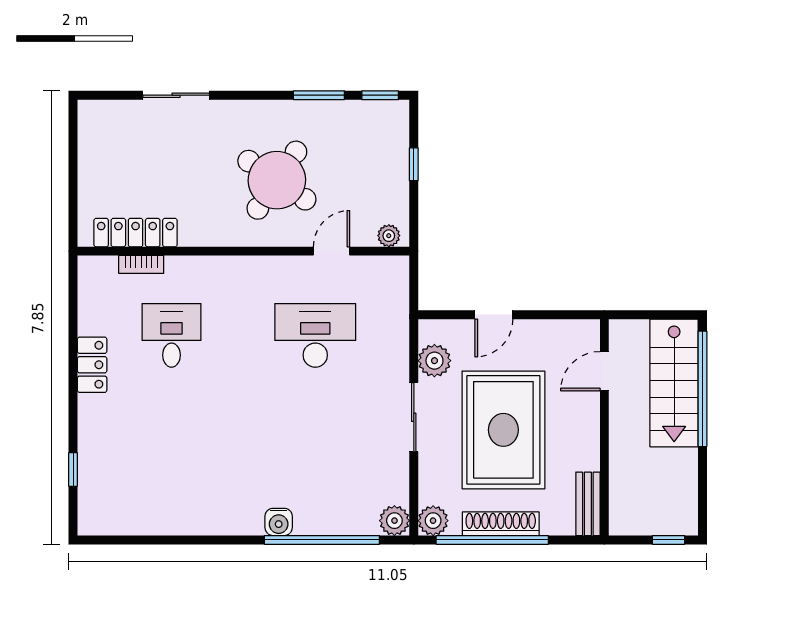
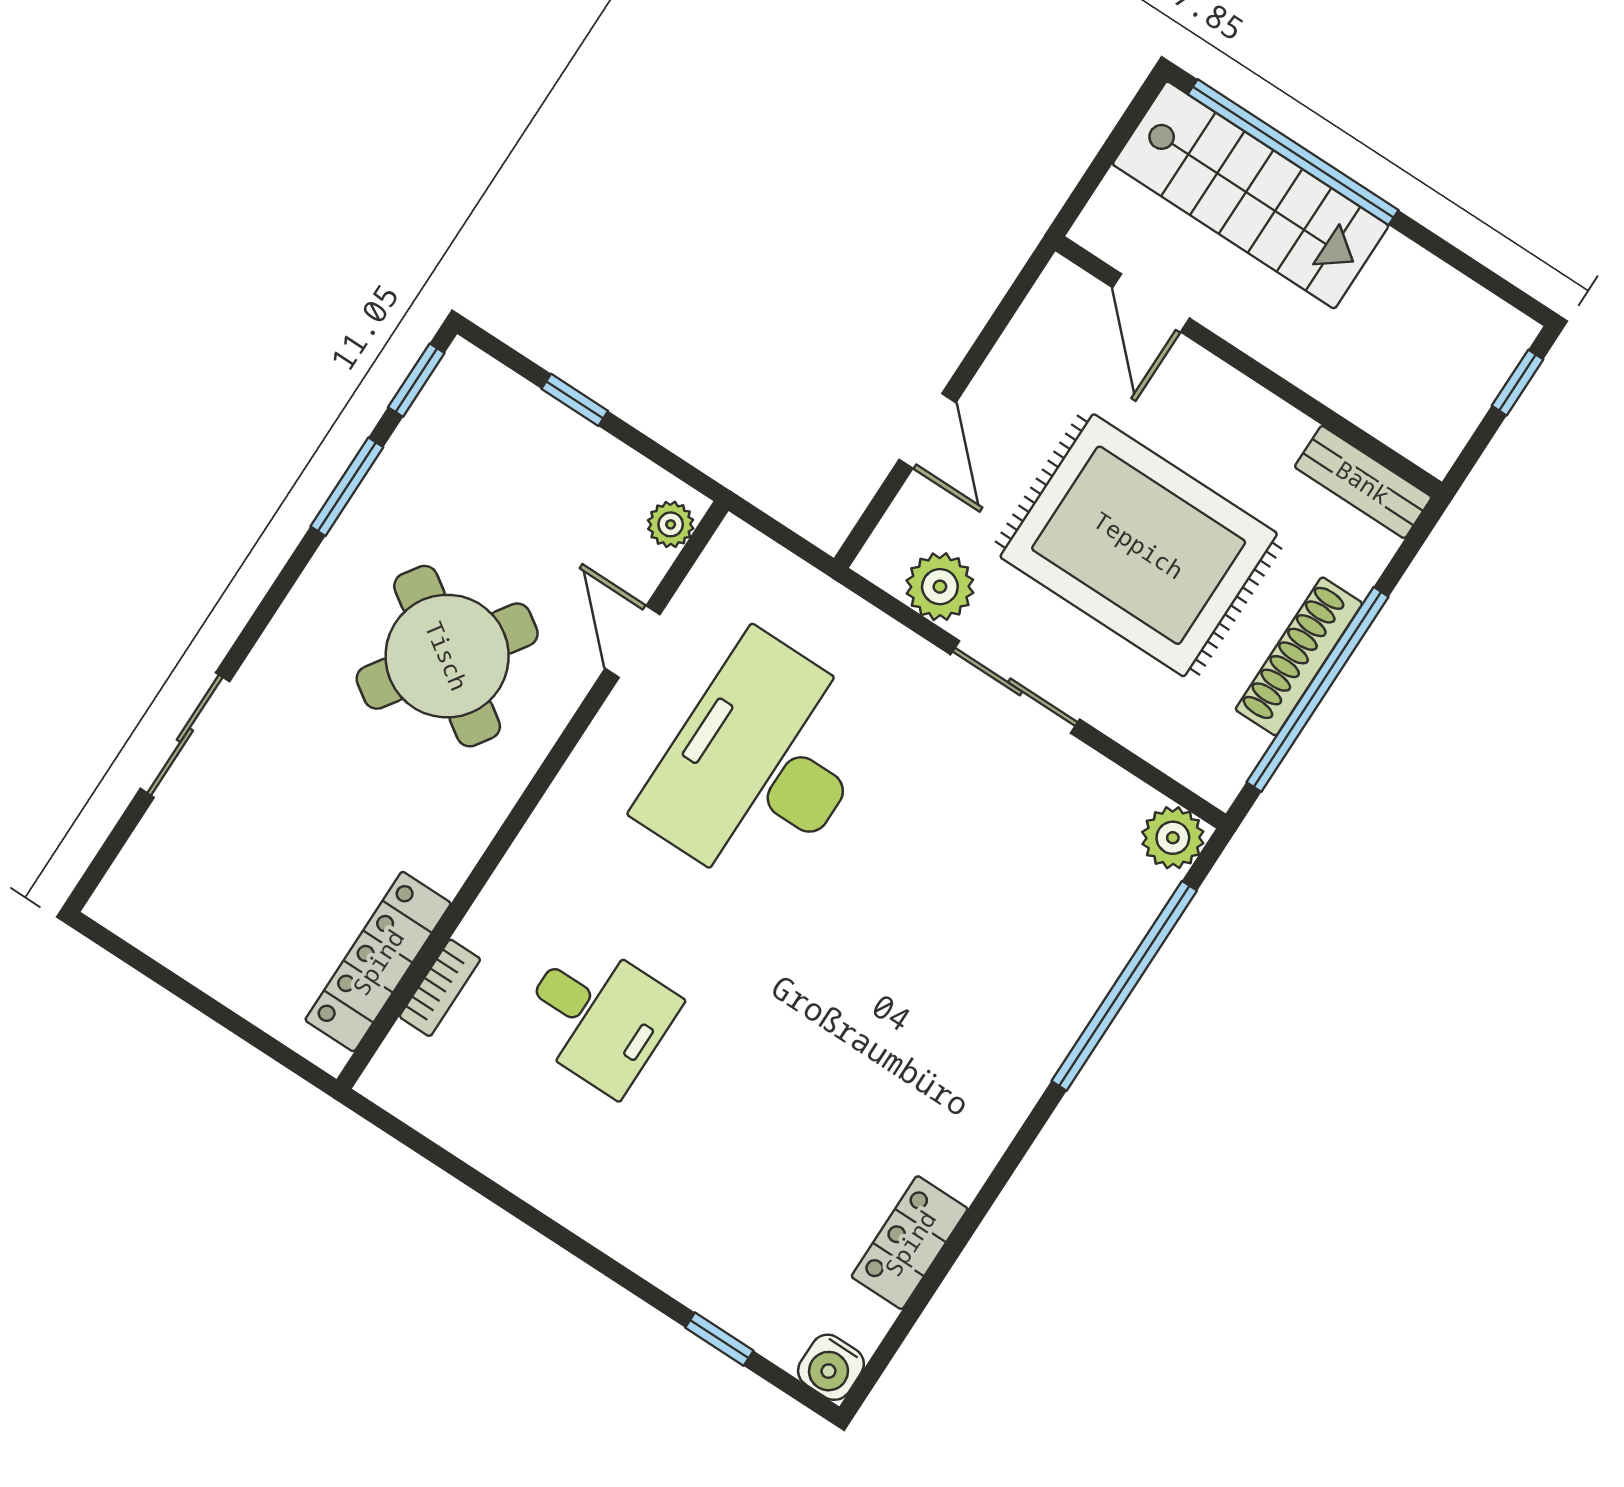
desk: (172, 335) -> (598, 1016), turned 180
desk: (315, 335) -> (761, 765), width x1.36, depth x1.30
locker: (92, 365) -> (910, 1243), moved, turned -90
plant: (433, 521) -> (1217, 771), removed
water cooler: (279, 522) -> (831, 1367), moved, turned 90

